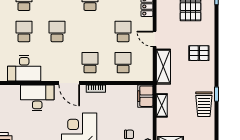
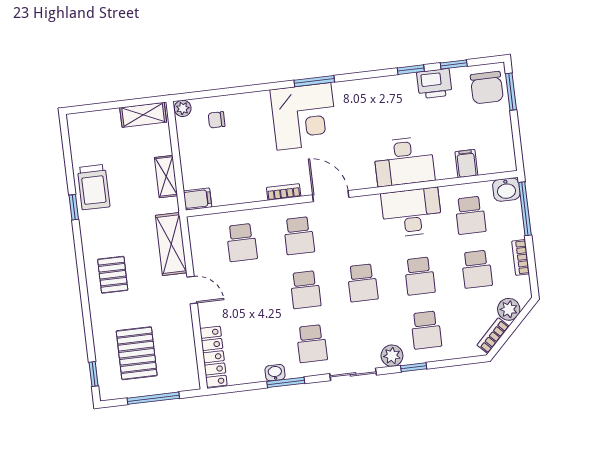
school desk: (123, 31) -> (305, 290), moved
pallet: (199, 53) -> (113, 275), turned 90
filing cabinet: (145, 96) -> (198, 199), width x0.50
desk: (37, 98) -> (404, 161), moved
trolley: (204, 104) -> (94, 187), turned 180

